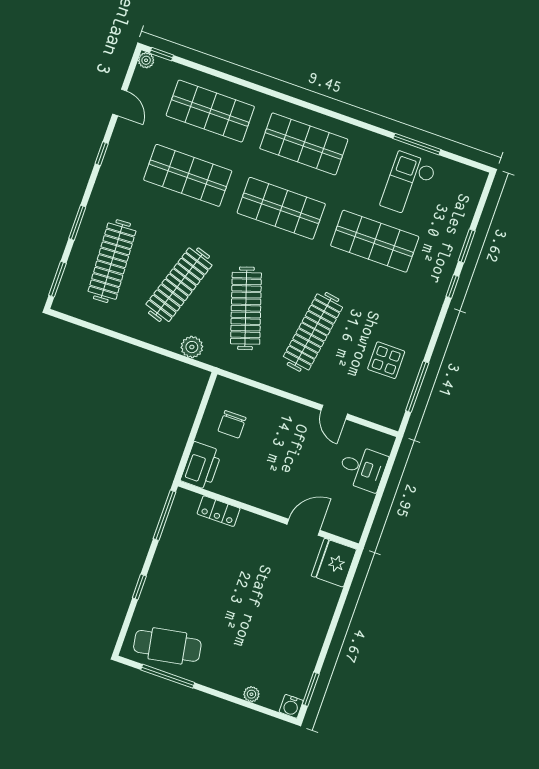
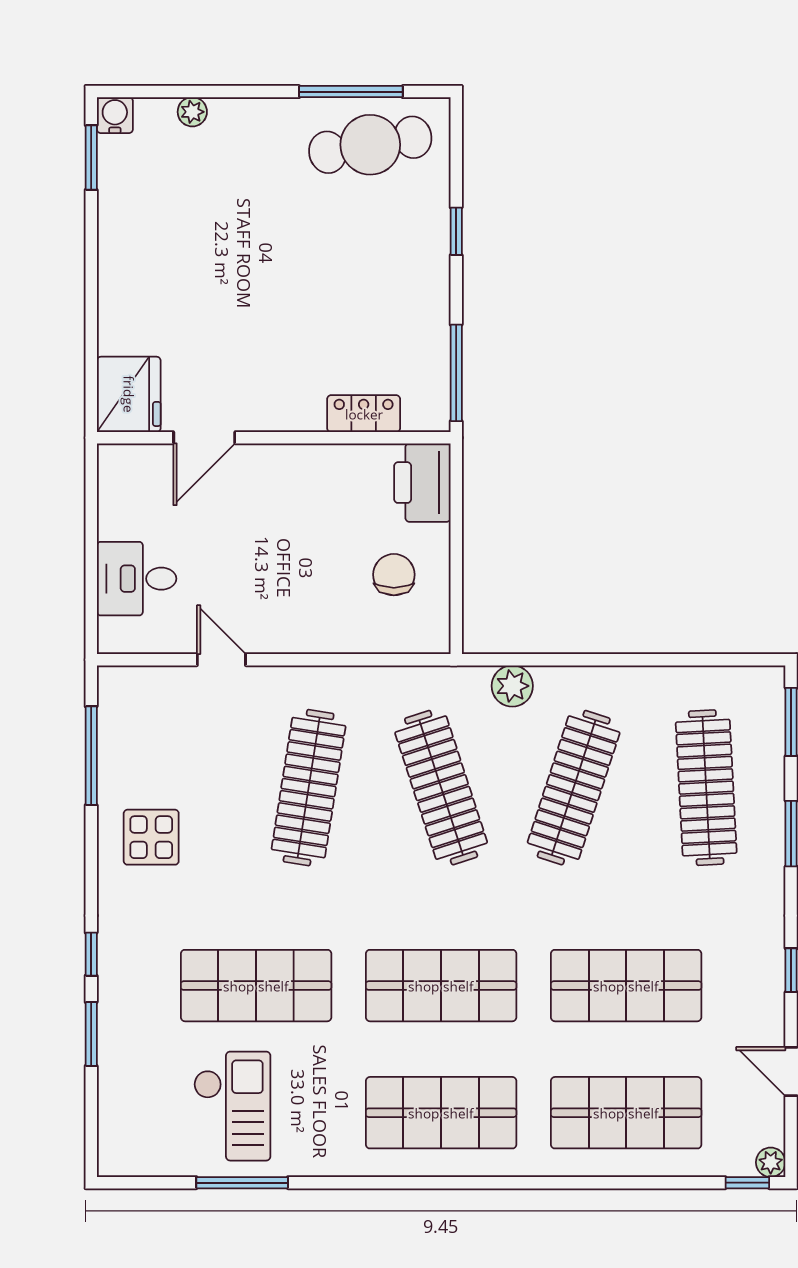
display table: (386, 360) -> (151, 837), moved

